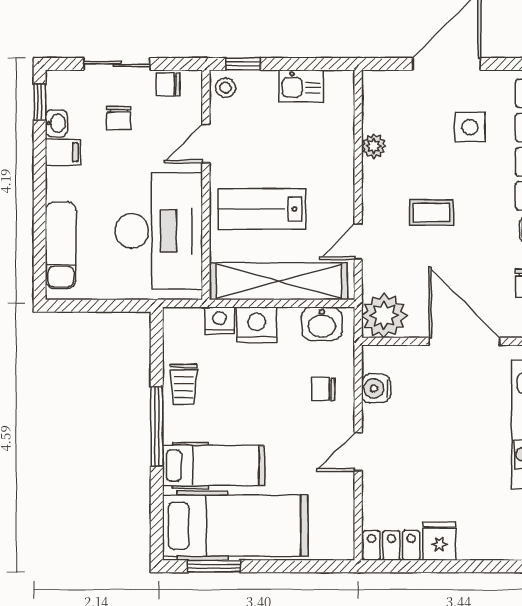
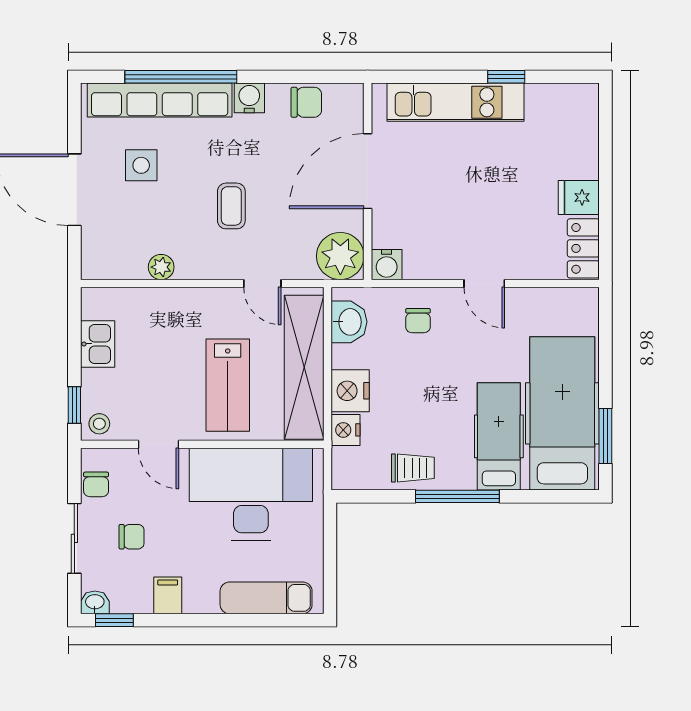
washbasin: (56, 123) -> (95, 602), moved
water cooler: (376, 389) -> (387, 265), moved

